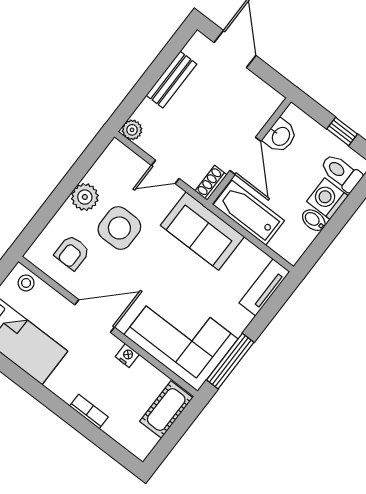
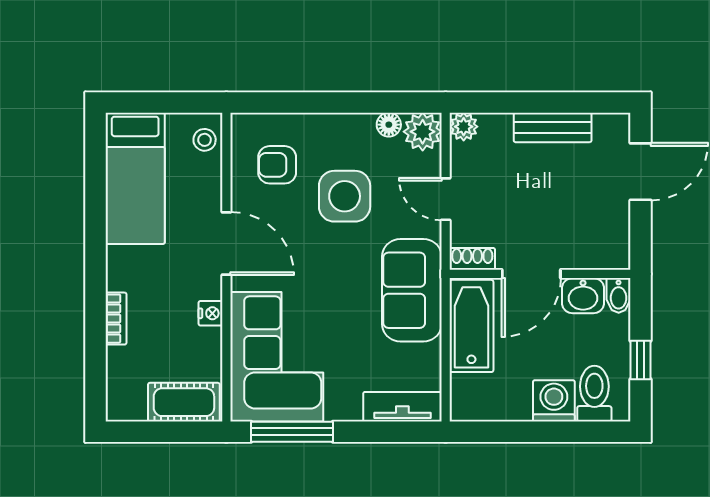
floor lamp: (98, 172) -> (389, 125), added
plant: (85, 197) -> (423, 132), moved
bidet: (314, 220) -> (619, 295), moved, turned 180

